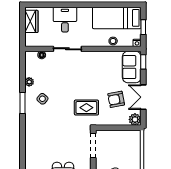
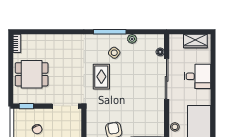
sliding door: (67, 49) -> (167, 79), width x1.37
window: (22, 103) -> (110, 32), width x1.44
rug: (86, 108) -> (101, 77), moved

